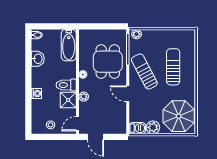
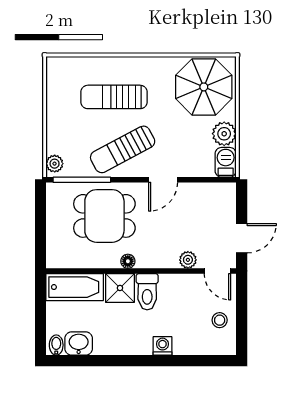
washbasin: (38, 59) -> (79, 344), moved
plant: (84, 97) -> (188, 260), moved
shower: (68, 100) -> (120, 288), moved

